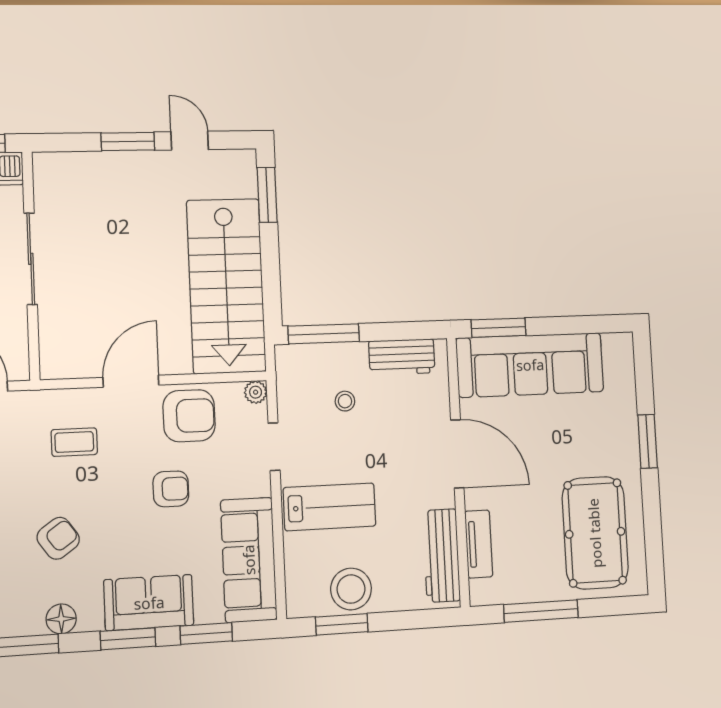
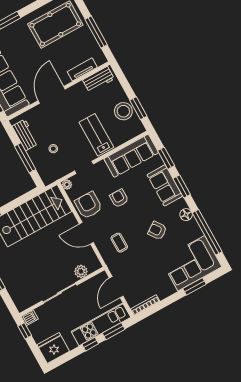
plant: (54, 328) -> (81, 271), added
window: (324, 334) -> (25, 158), moved
workbench: (442, 556) -> (98, 79), width x0.73

